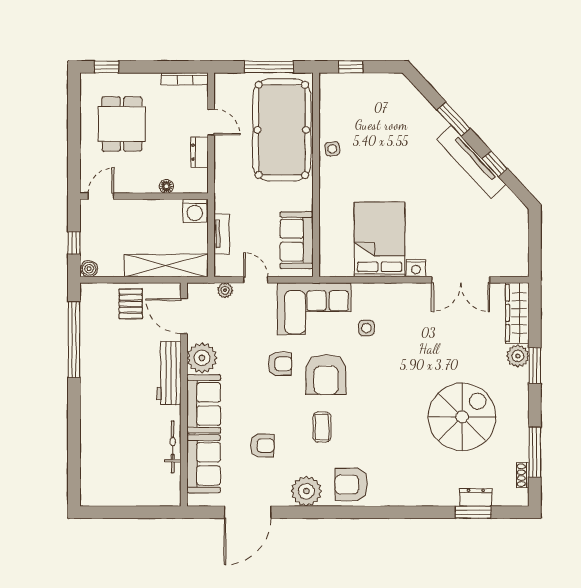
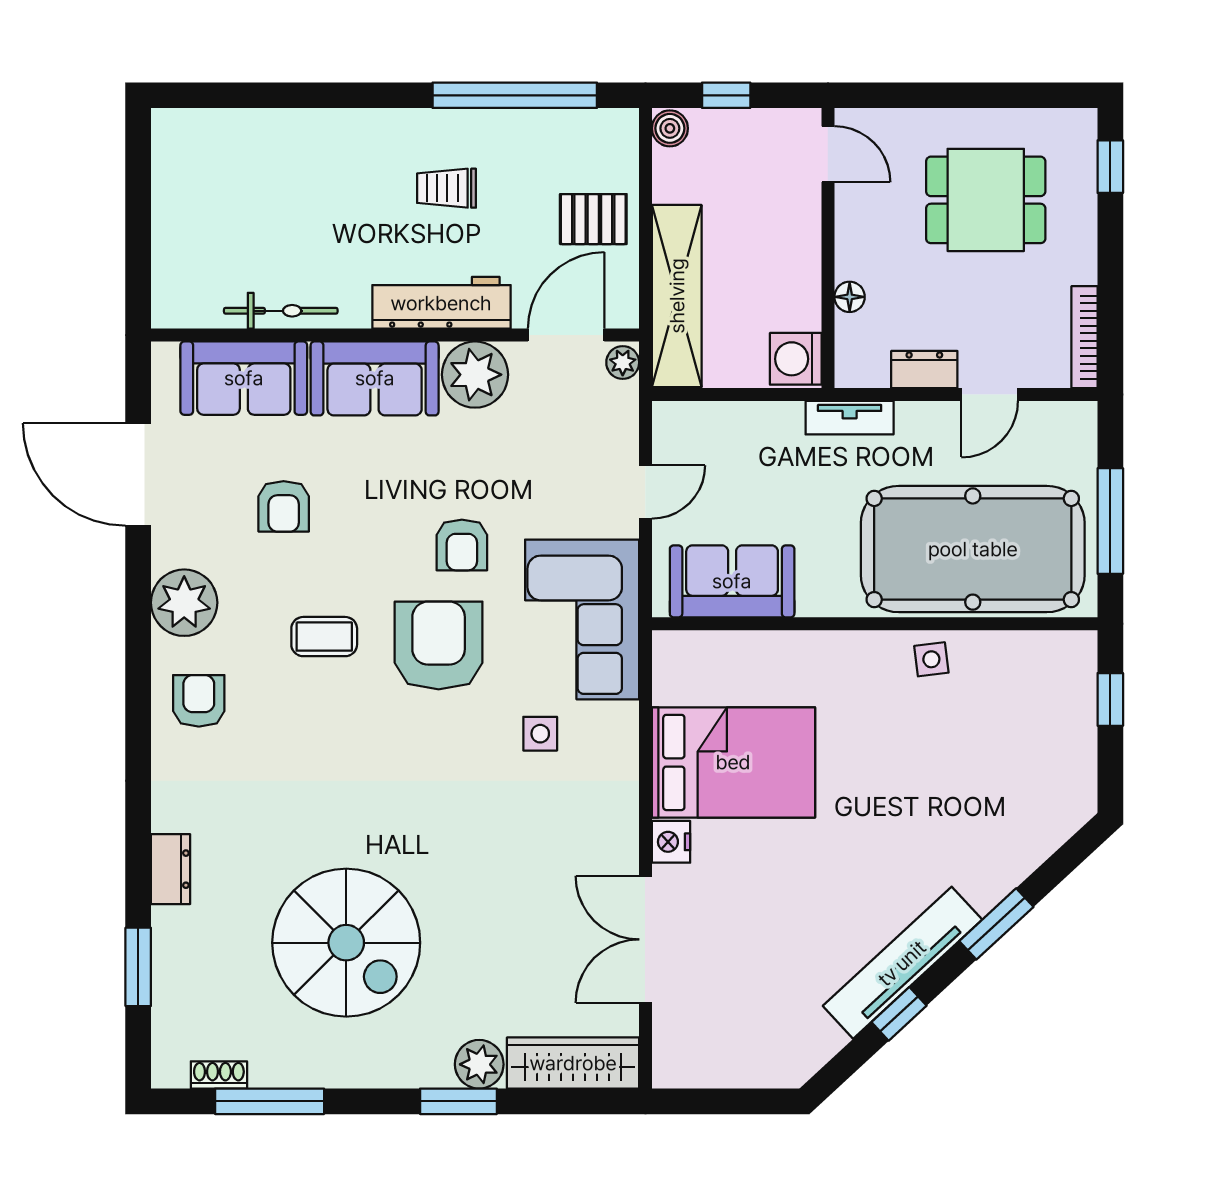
tv unit: (222, 234) -> (850, 418), moved
plant: (225, 290) -> (623, 362), moved
trolley: (117, 371) -> (446, 188), added
armchair: (326, 375) -> (439, 645), turned 90
armchair: (351, 484) -> (199, 701), width x0.72, depth x0.72
dresser: (476, 497) -> (171, 869), moved

